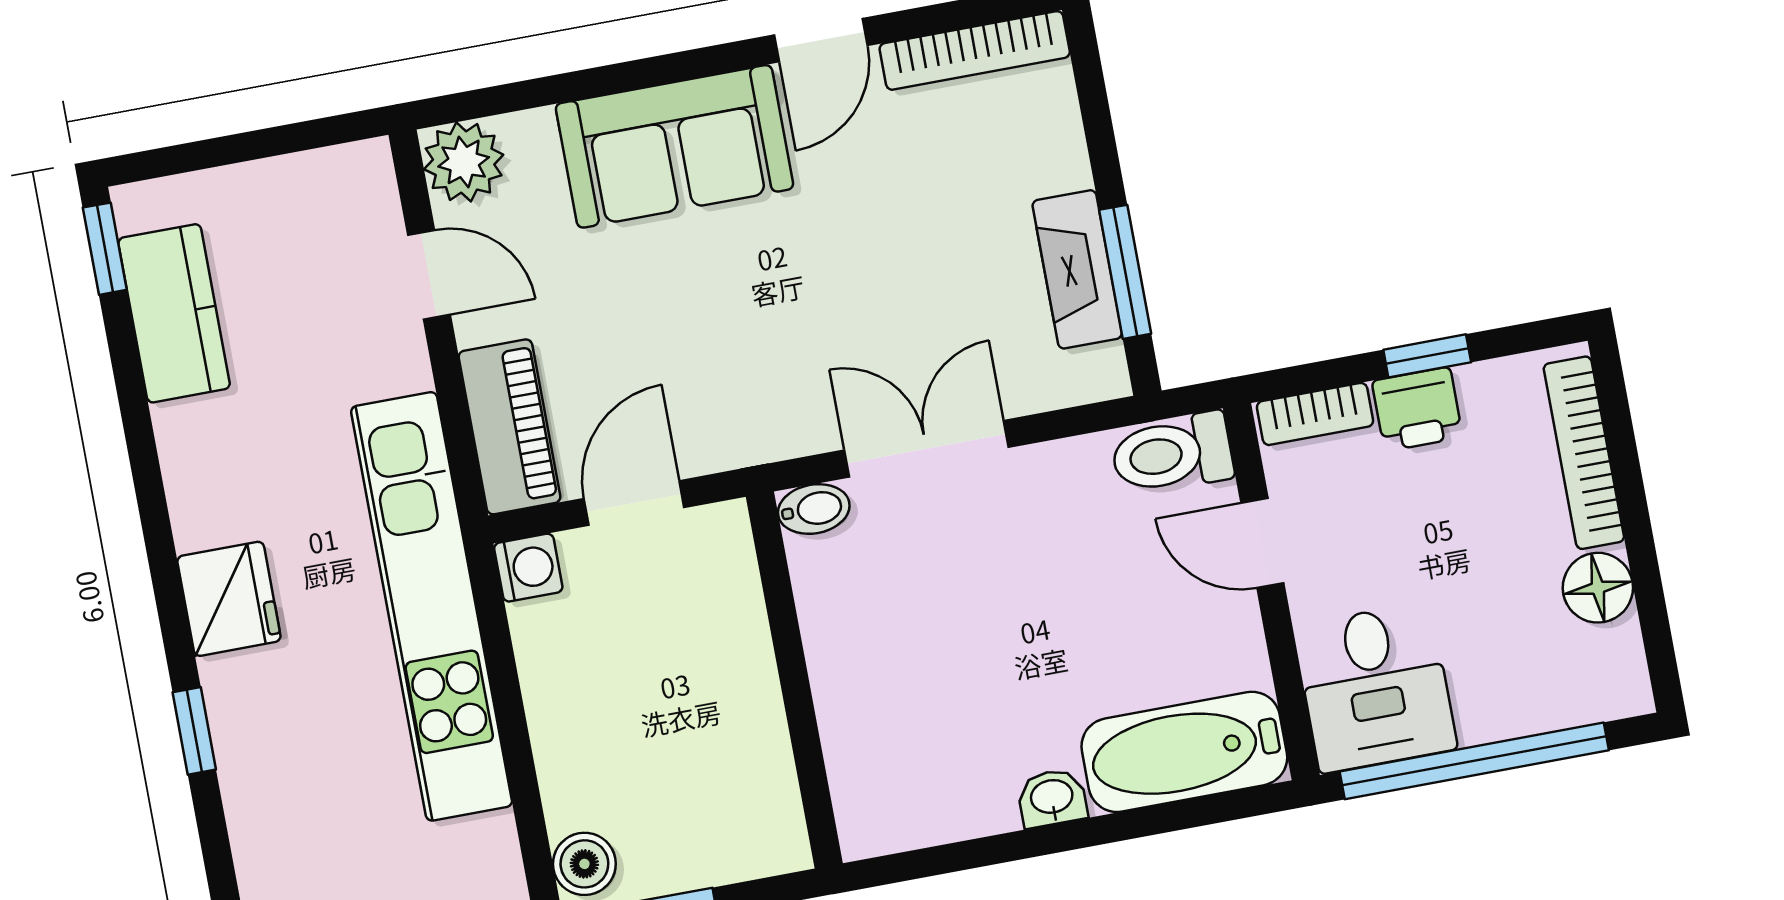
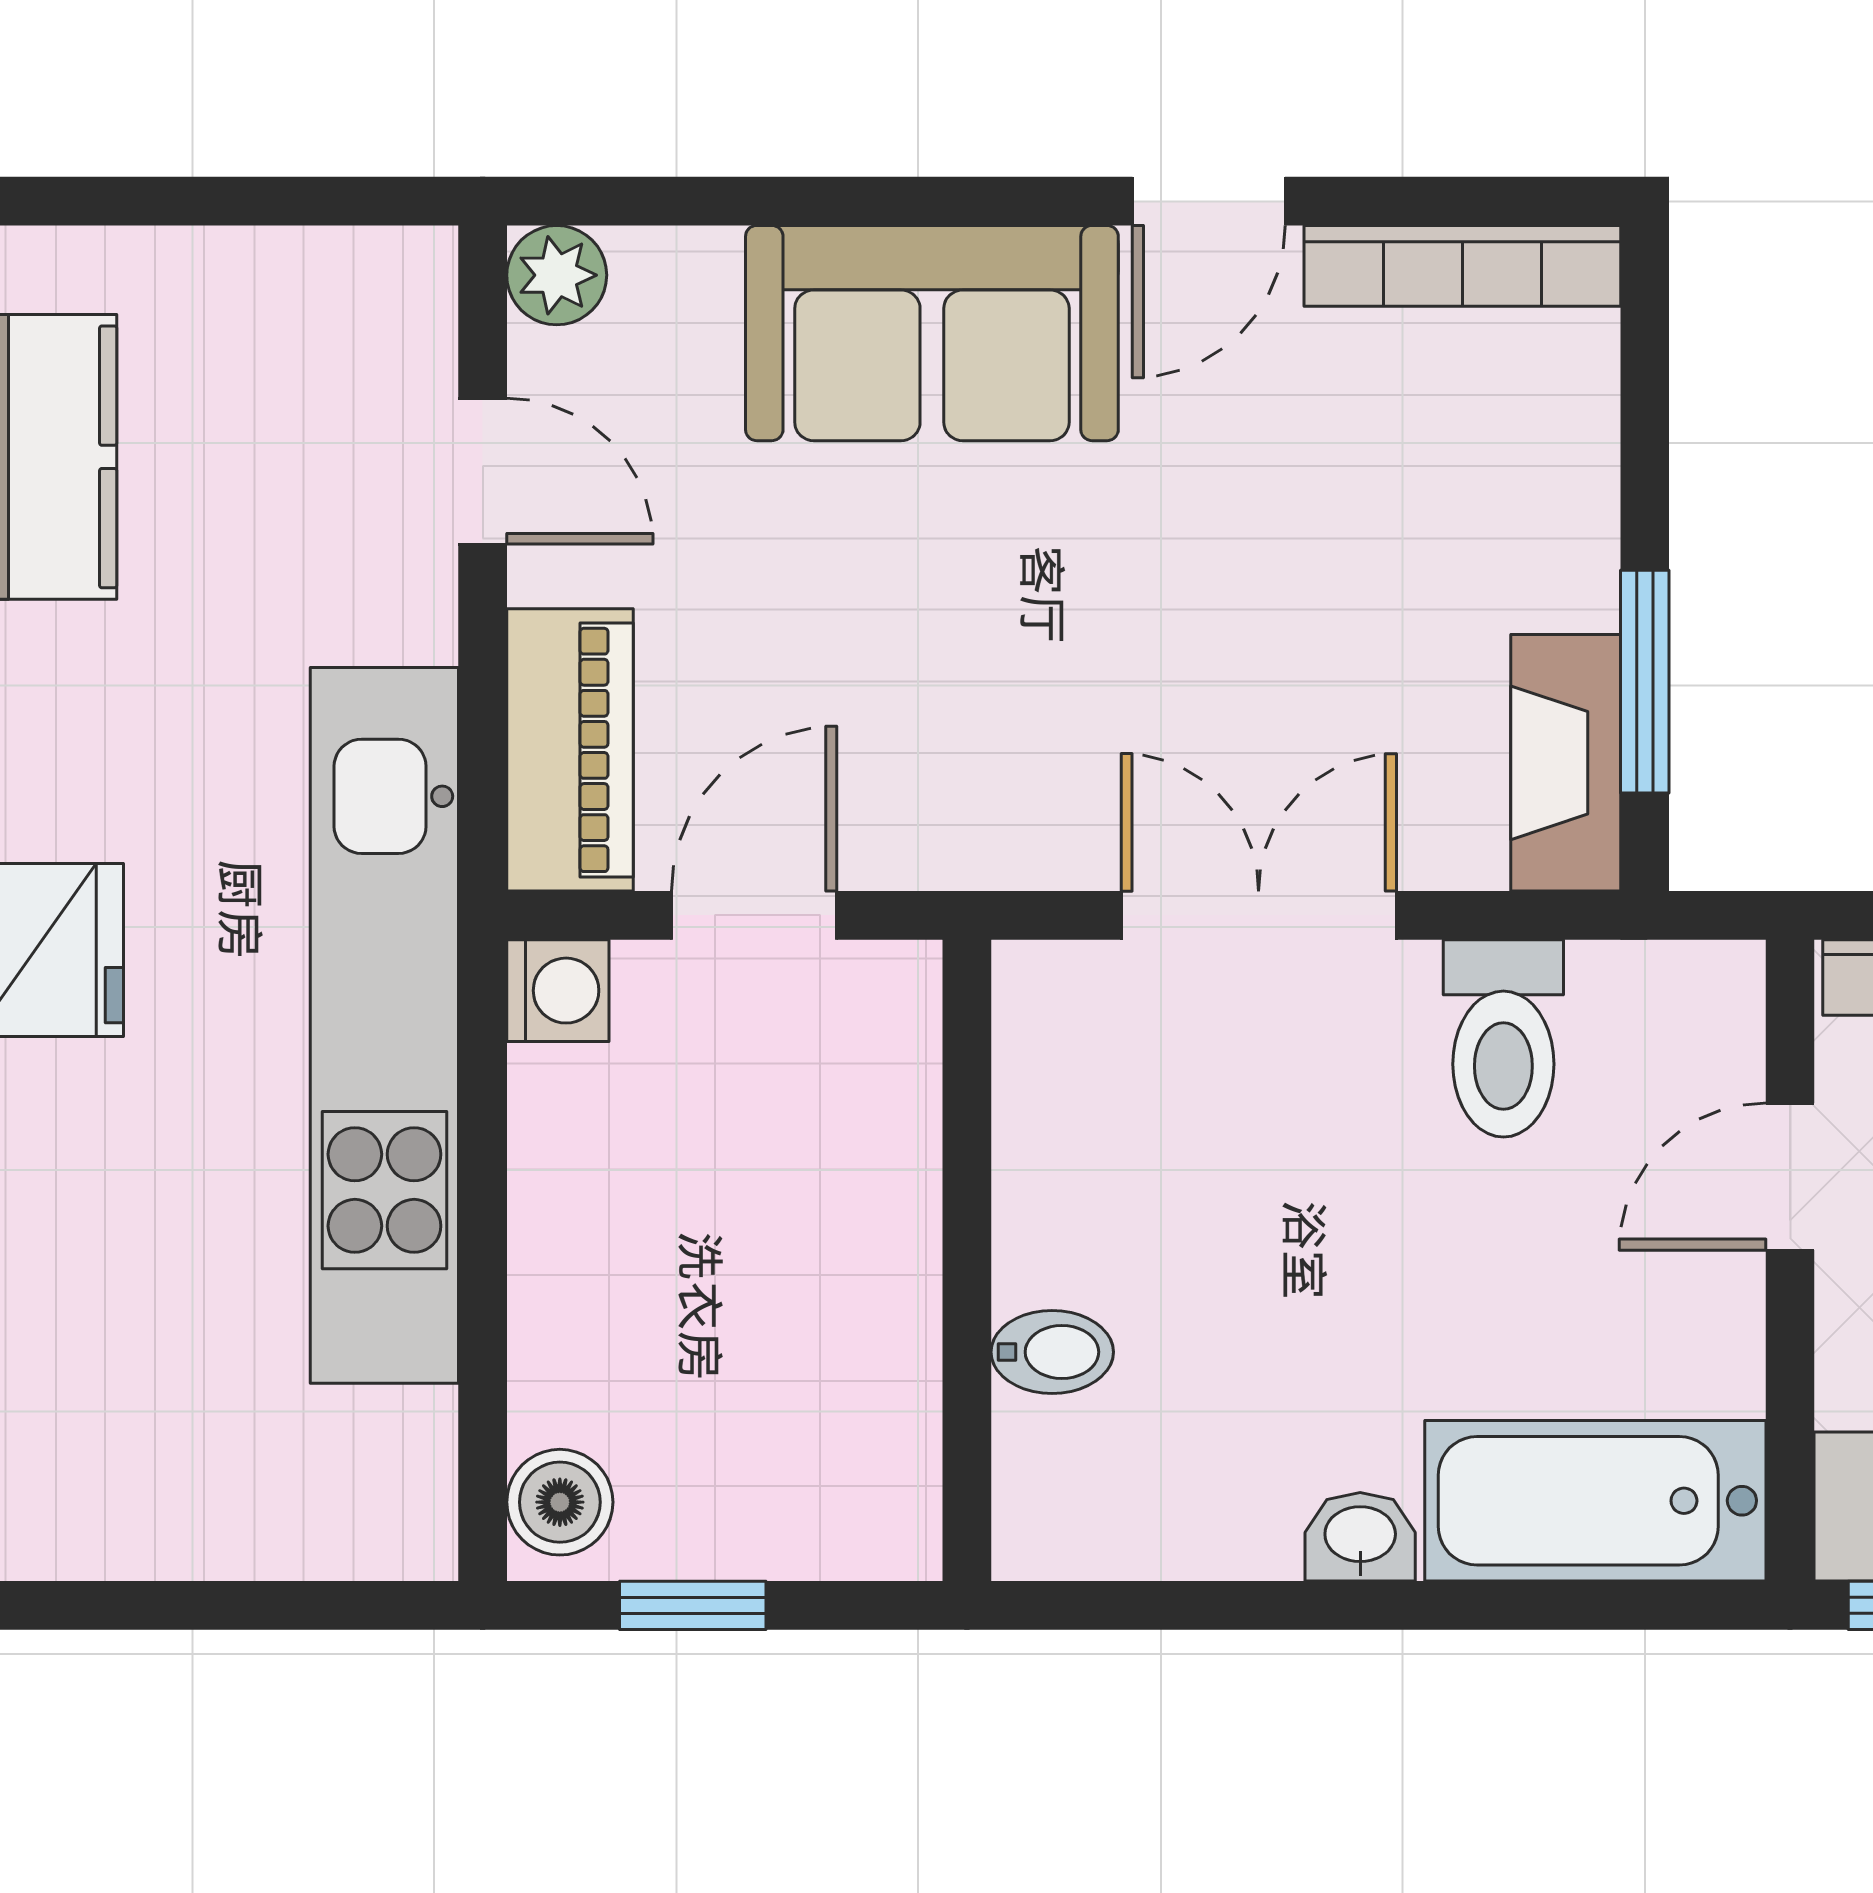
plant: (464, 162) -> (557, 275), width x0.73, depth x0.73
fireplace: (1077, 269) -> (1566, 763), moved
toilet: (1172, 454) -> (1503, 1038), moved, turned -90
bidet: (814, 509) -> (1052, 1352), moved
door: (1262, 543) -> (1790, 1177), hinge flipped

